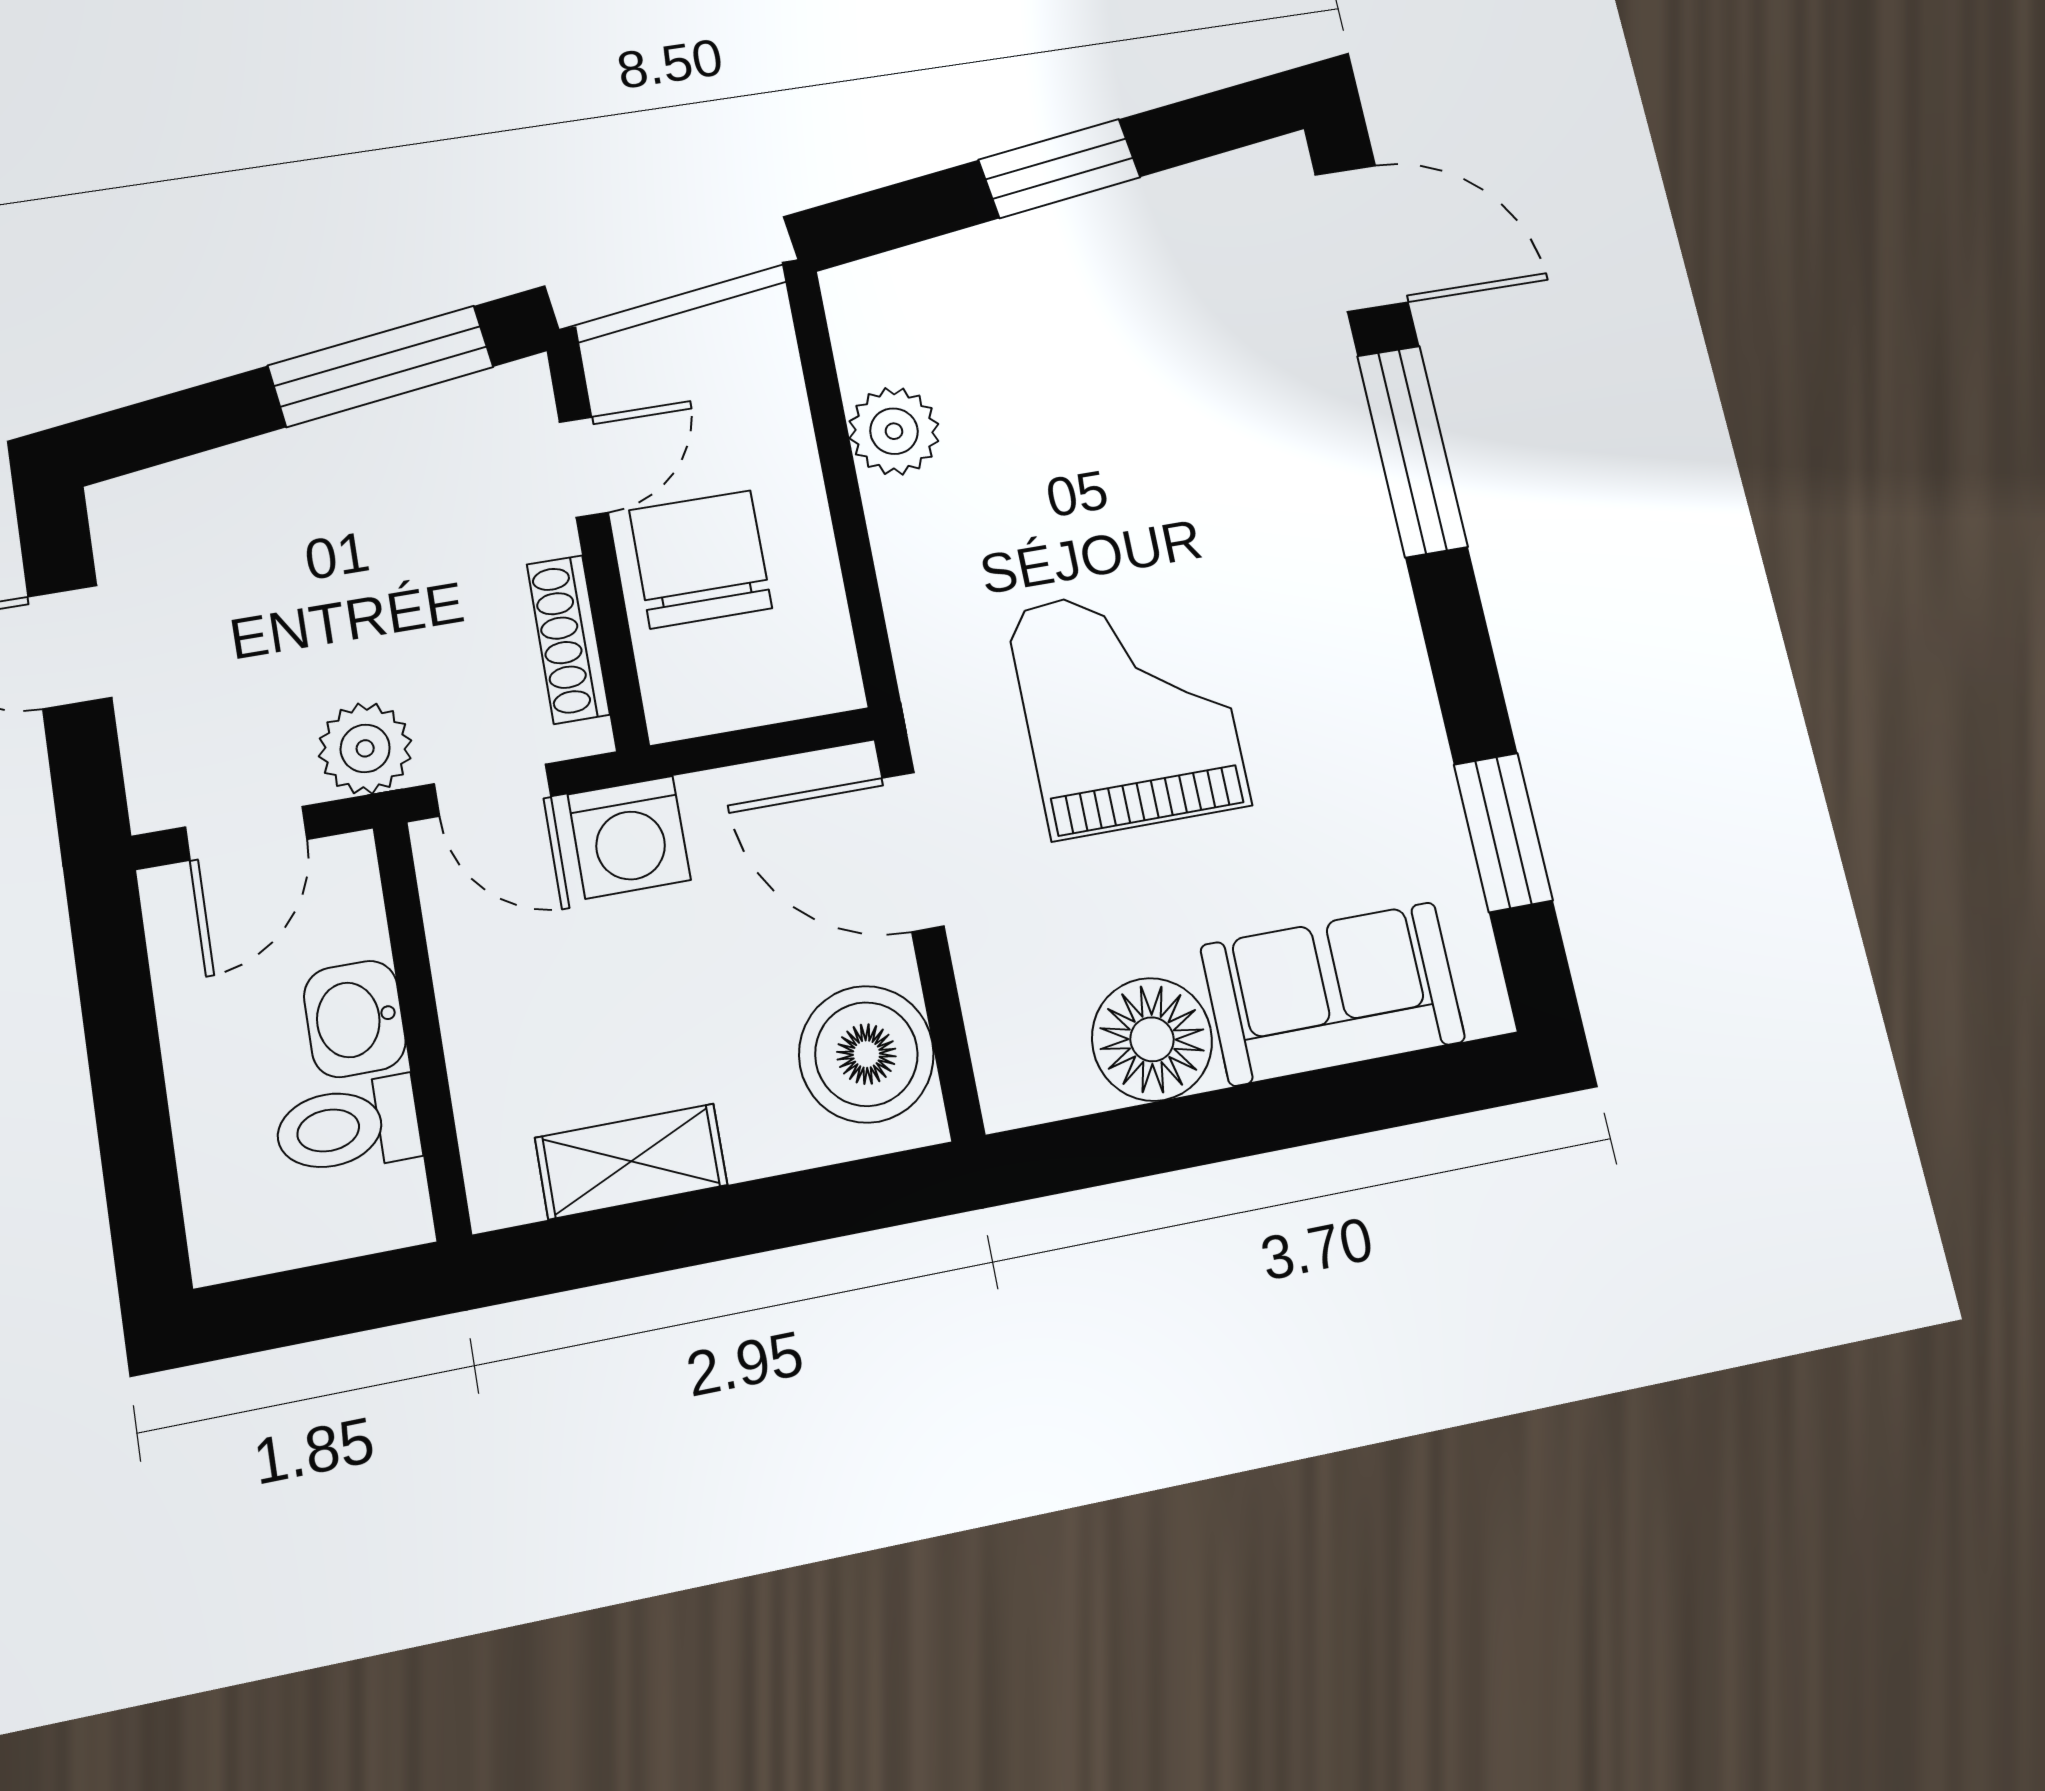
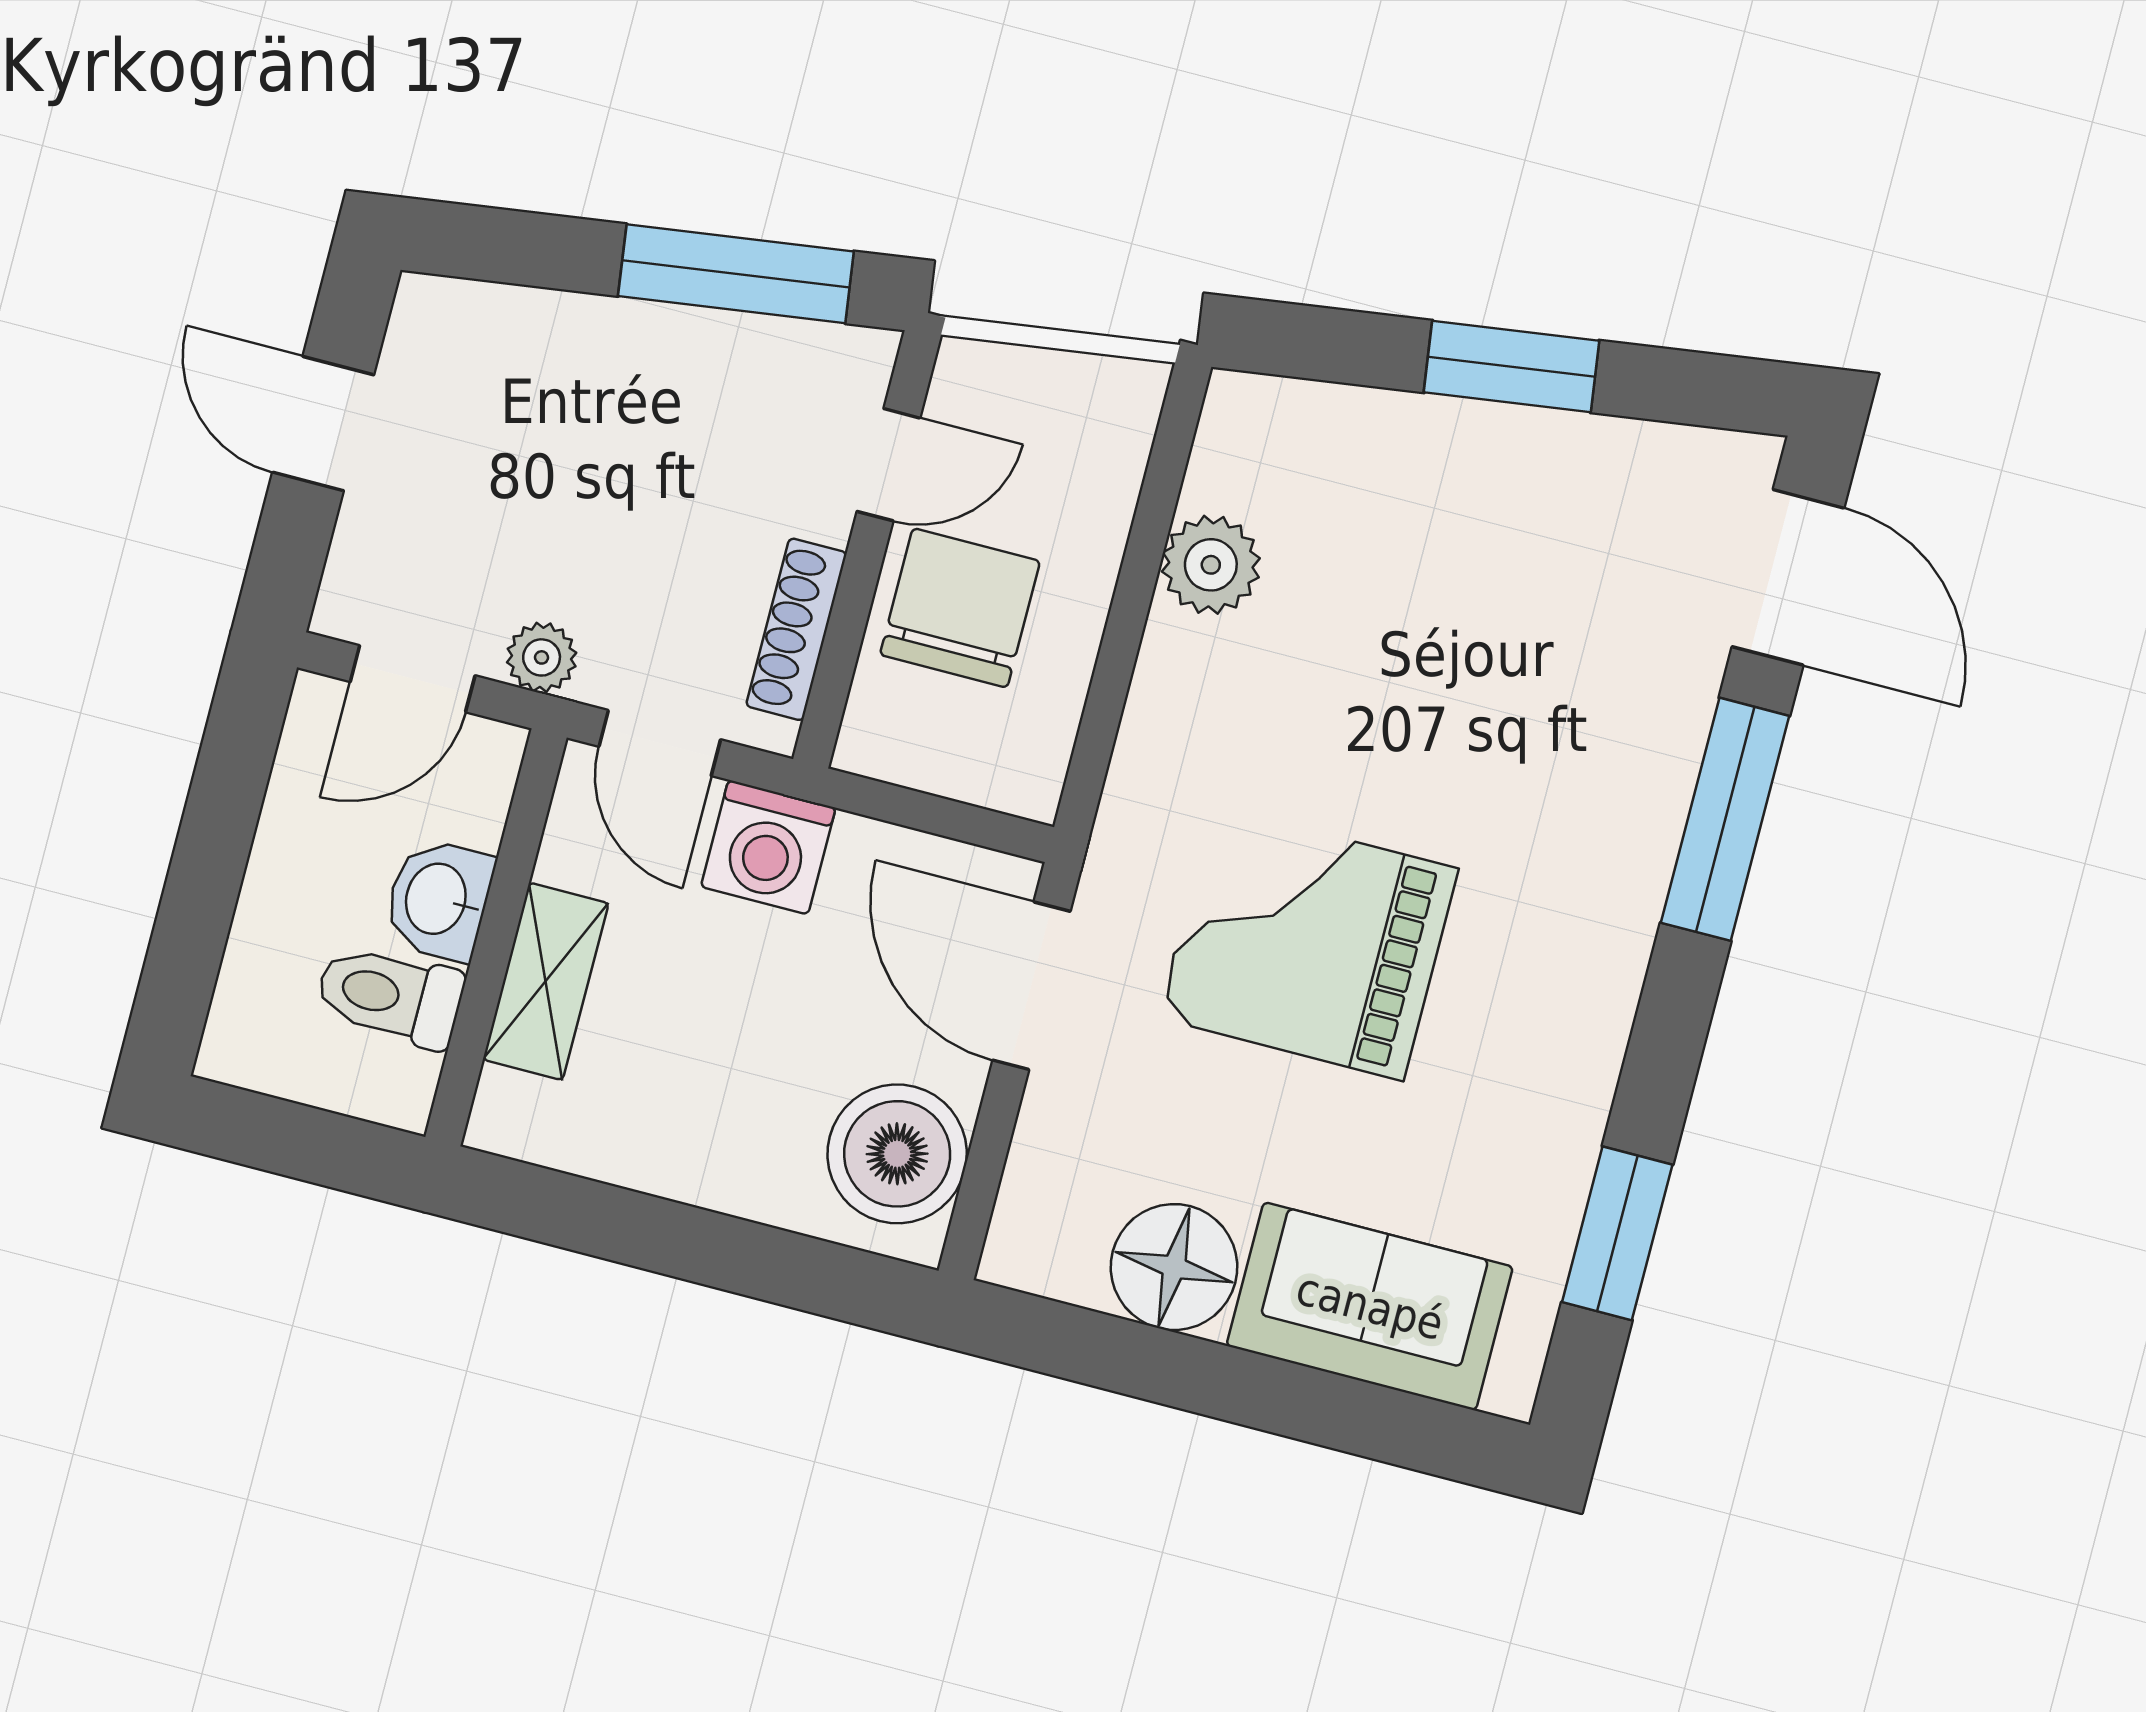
grand piano: (1128, 707) -> (1308, 943), turned -90
plant: (365, 748) -> (542, 657), width x0.73, depth x0.73
shelving: (631, 1161) -> (546, 981), moved, turned 90

